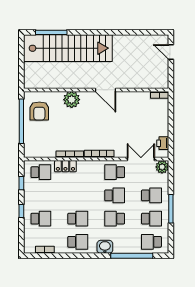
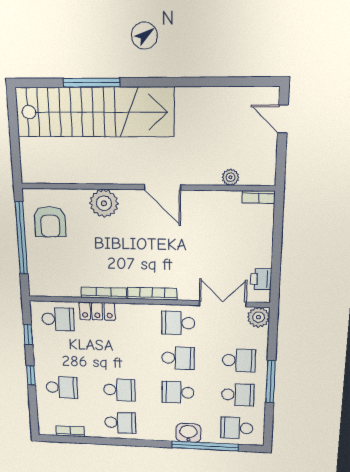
window: (51, 32) -> (92, 83), moved
plant: (144, 84) -> (230, 177), added
washbasin: (105, 247) -> (188, 433), moved

